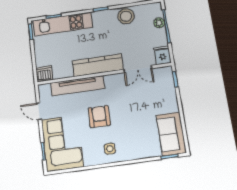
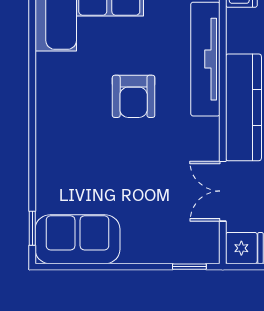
armchair: (99, 117) -> (134, 96), turned 90
side table: (110, 149) -> (65, 109), removed

